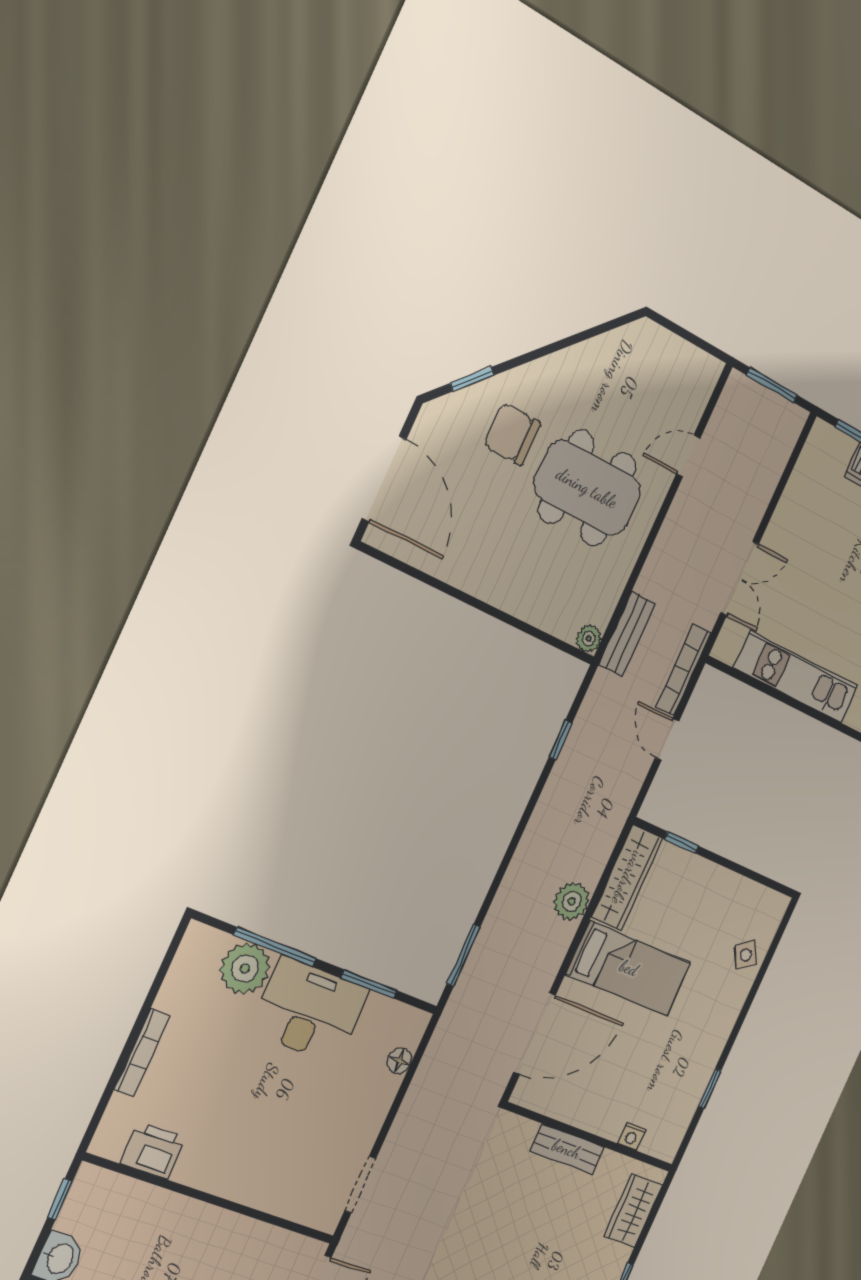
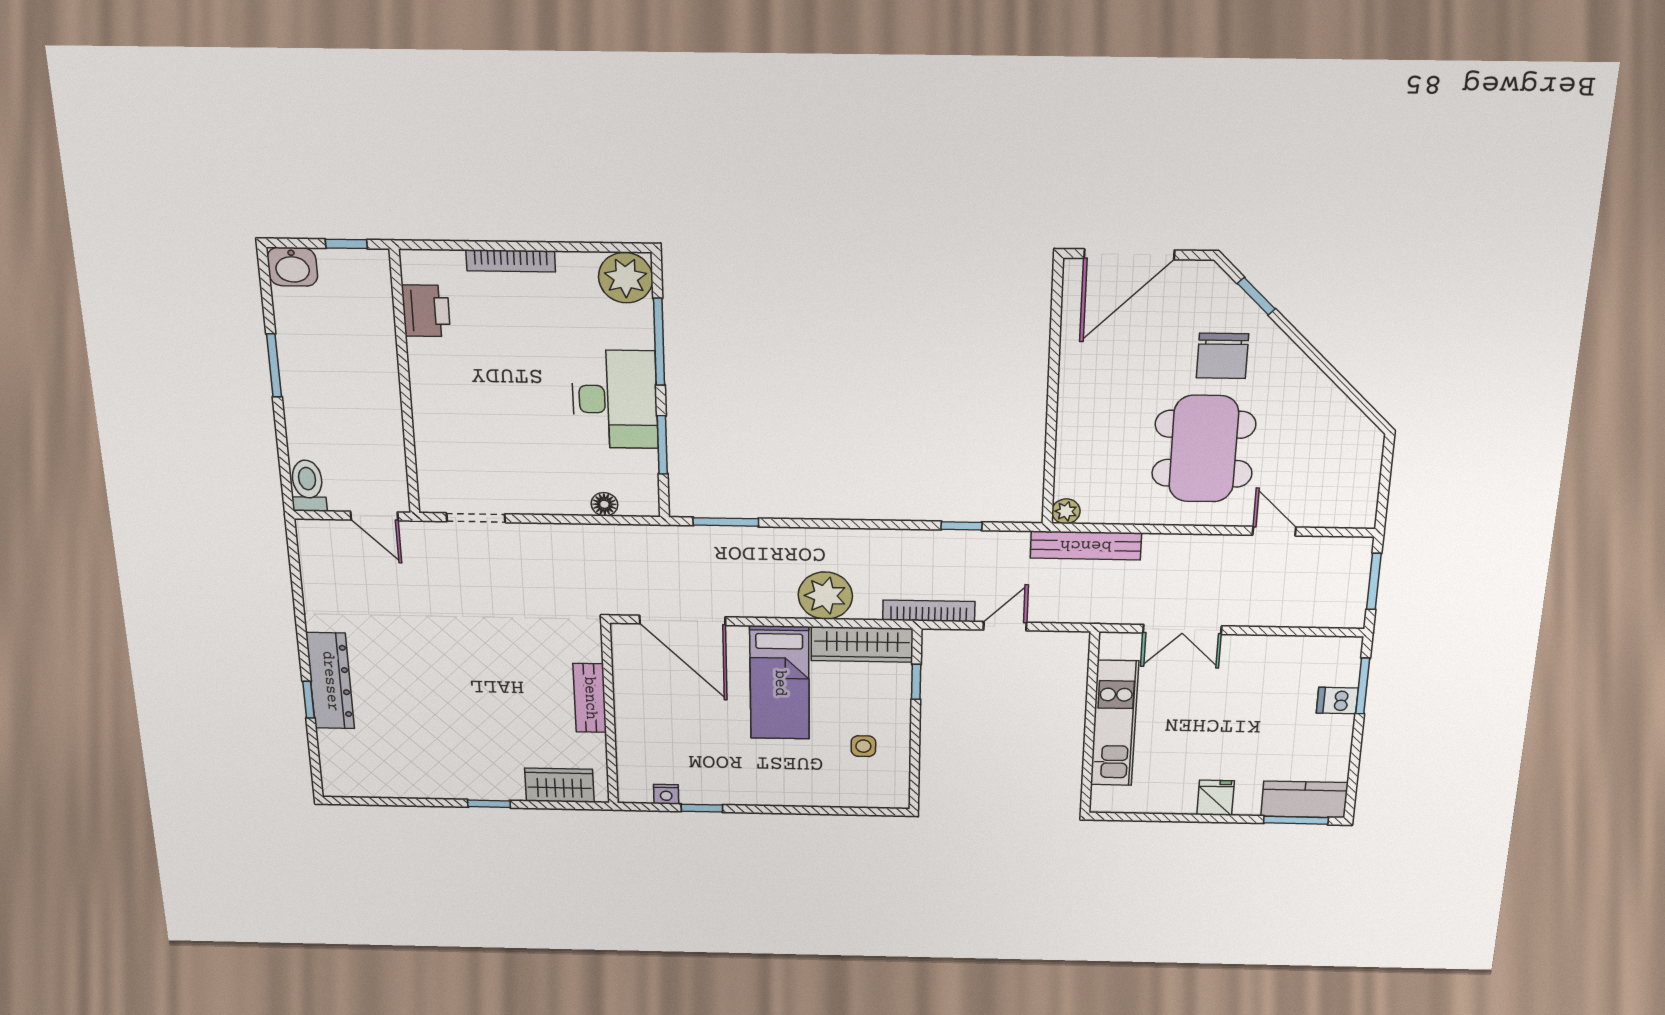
chair: (512, 434) -> (1222, 356), turned 180
bench: (627, 634) -> (1086, 545), width x1.36
bookcase: (683, 670) -> (929, 611), moved
plant: (572, 901) -> (825, 596), width x1.36, depth x1.36
side table: (746, 955) -> (863, 746), moved, turned 34
plant: (245, 969) -> (626, 278), moved
nightstand: (632, 1136) -> (666, 794), moved, turned -90

